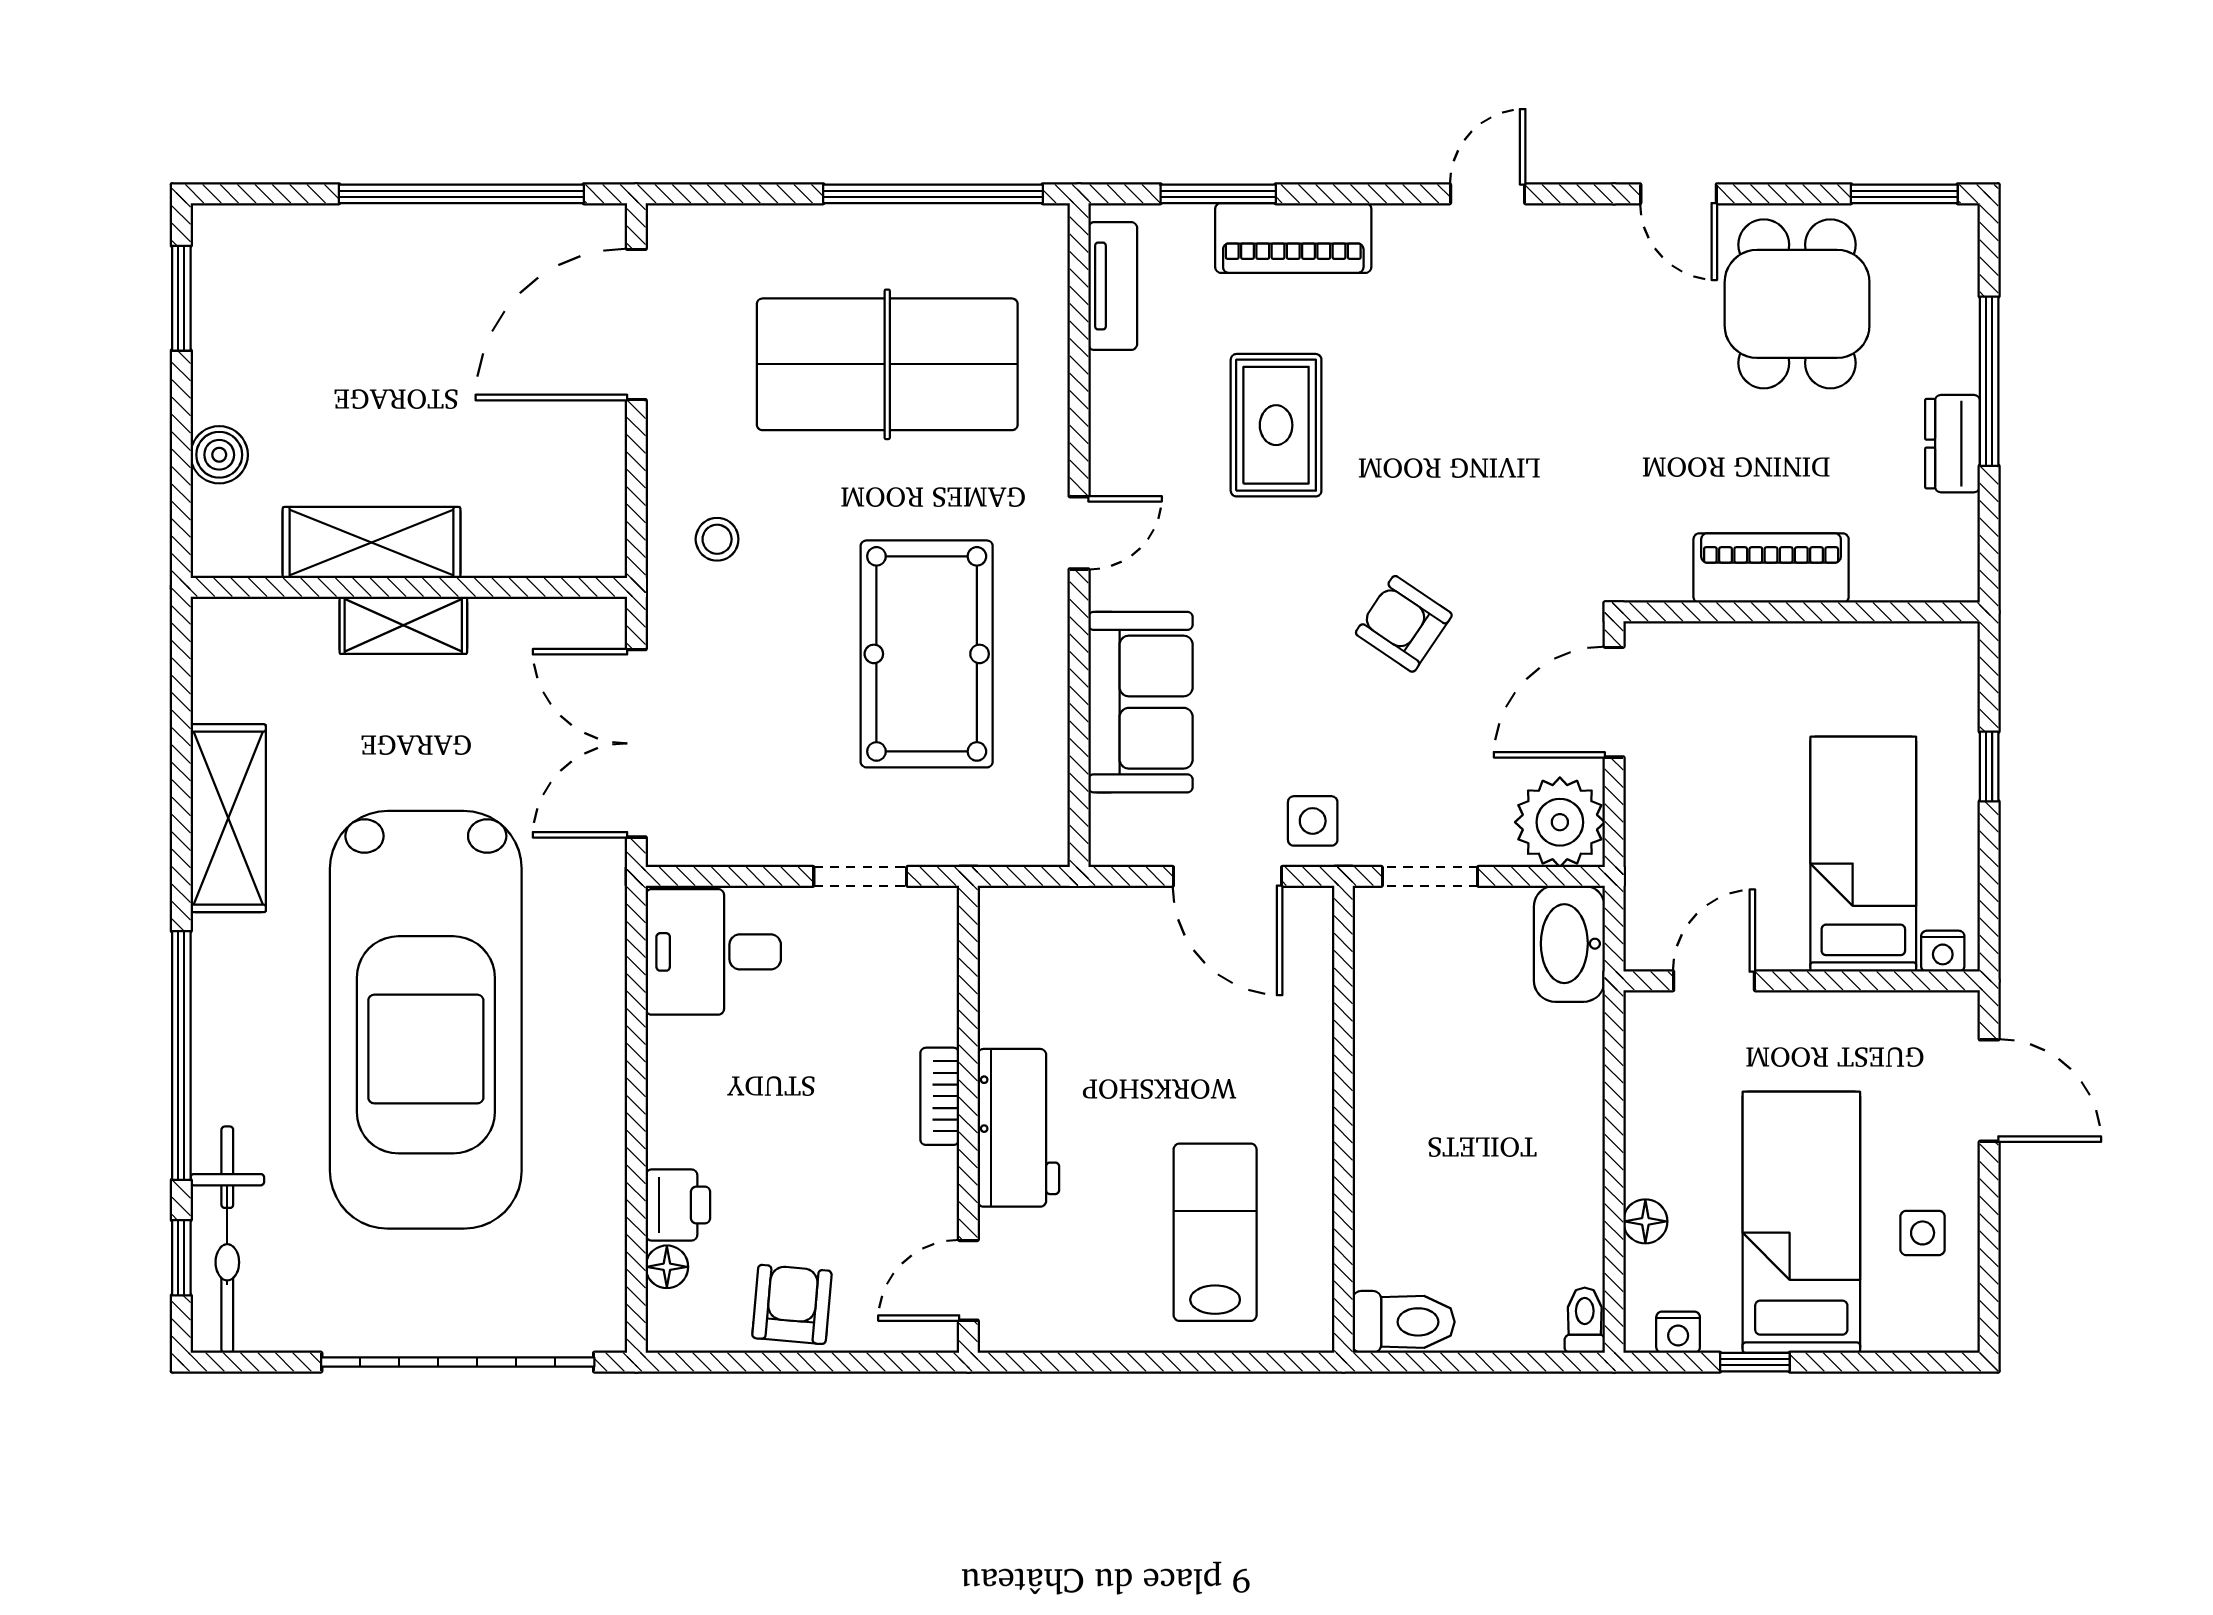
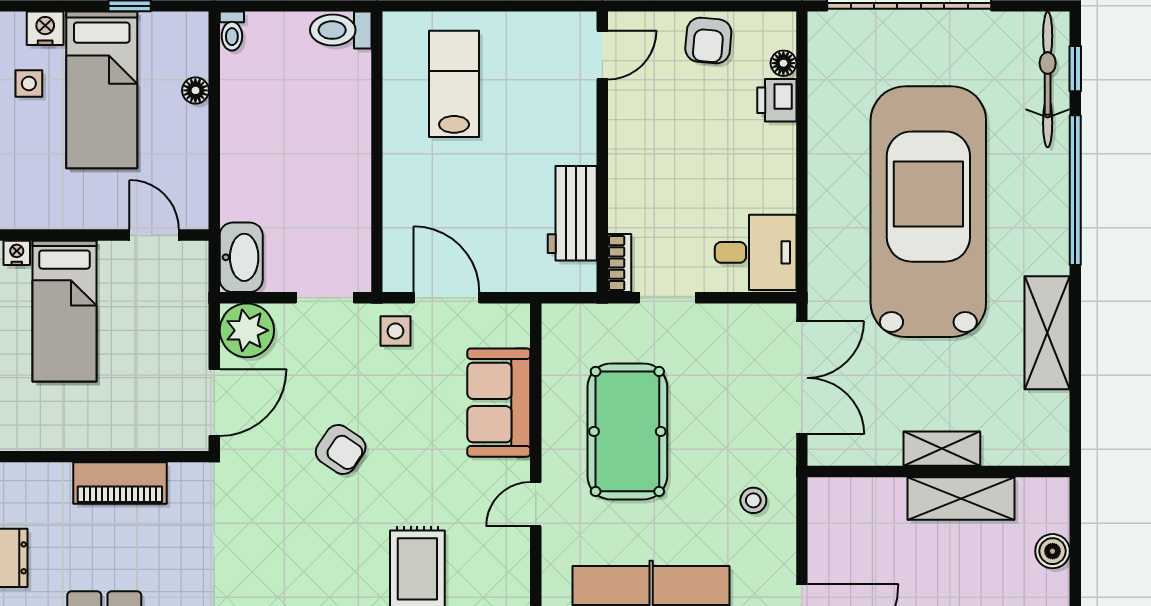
door: (1714, 981) -> (154, 235), swing flipped
bookcase: (940, 1096) -> (620, 263), moved
workbench: (1018, 1128) -> (572, 213), moved
lab bench: (1215, 1232) -> (454, 84), turned 180
nightstand: (1678, 1332) -> (45, 28), moved, width x1.39, depth x1.35

